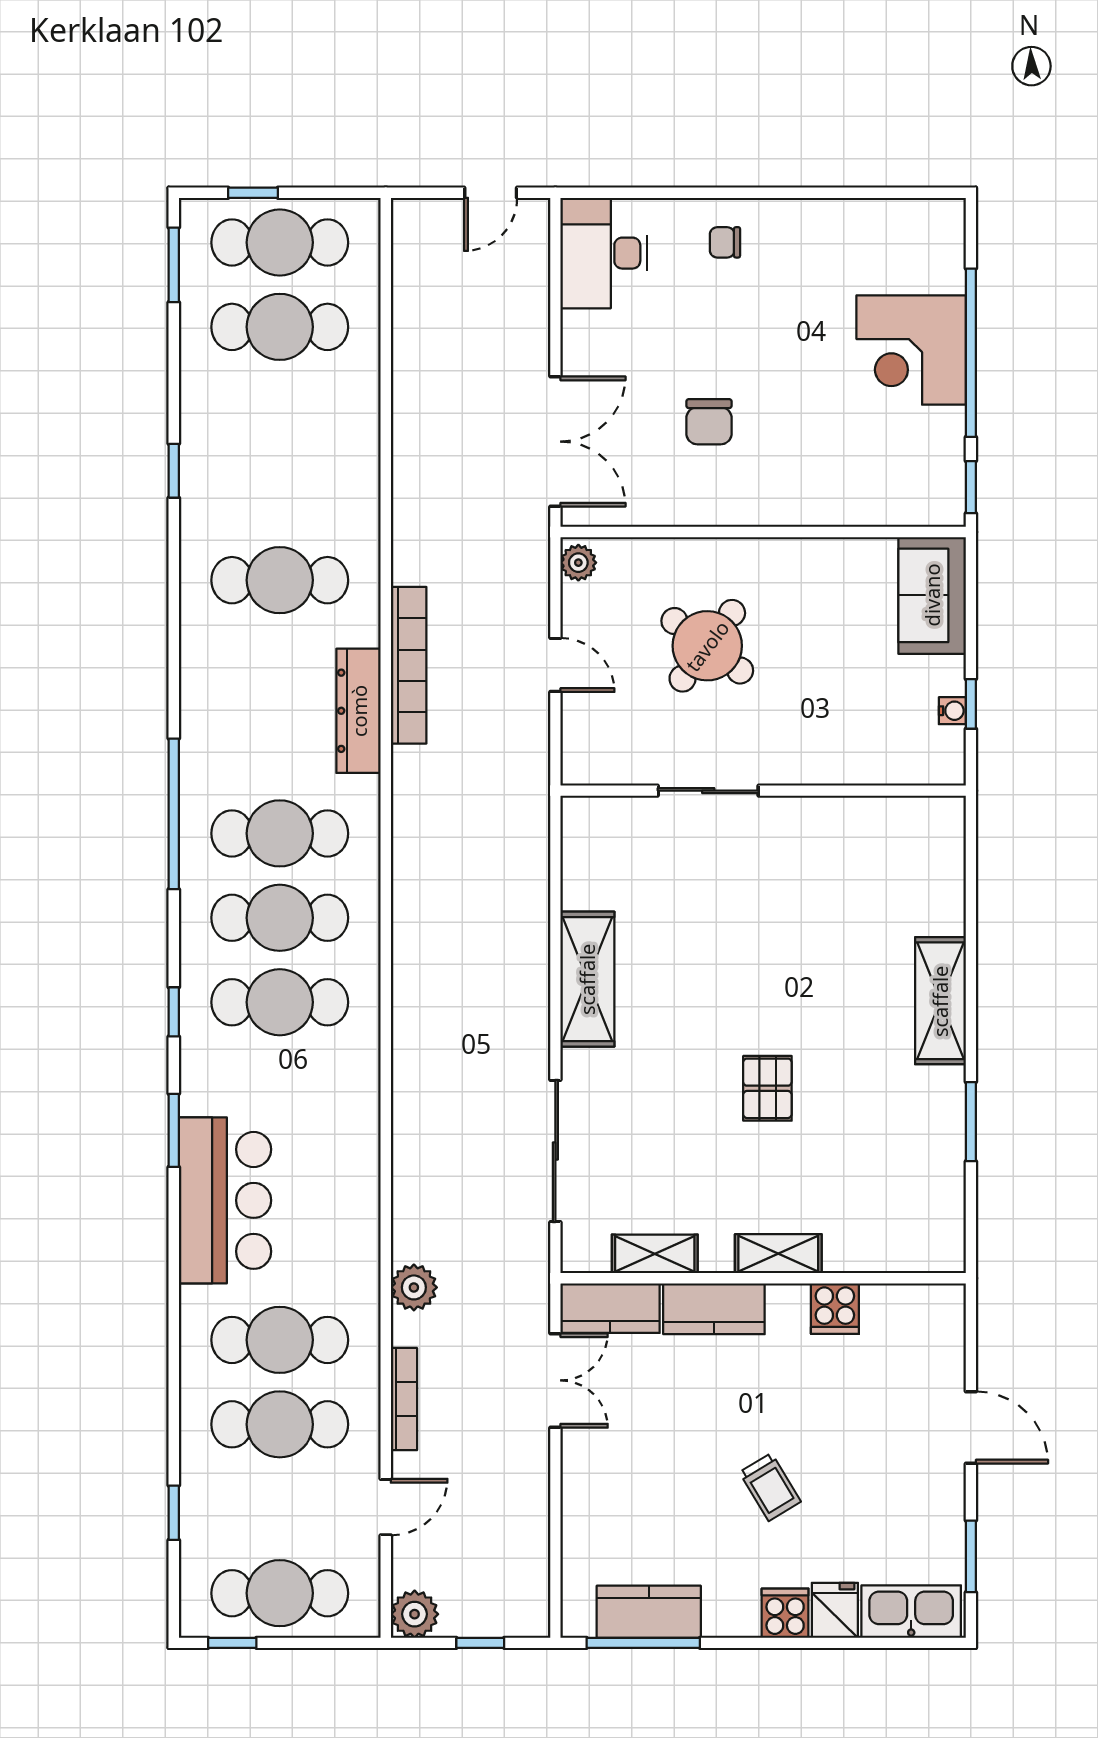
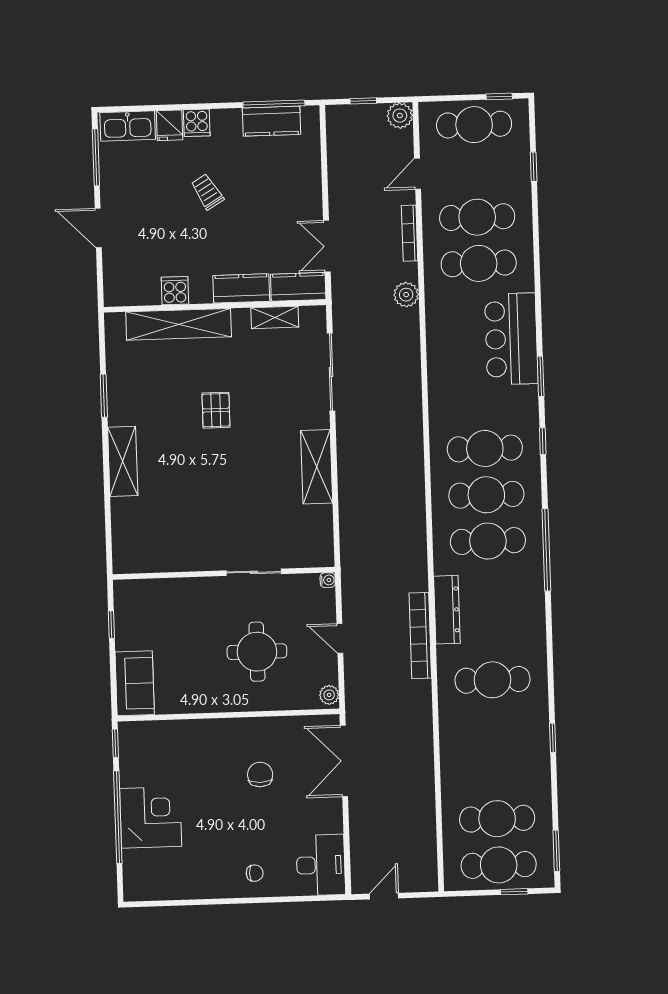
round table: (707, 646) -> (257, 652), turned -37
water cooler: (952, 711) -> (328, 580), moved, turned 180
shelving: (778, 1254) -> (179, 324), width x2.20, depth x1.33
window: (971, 1556) -> (96, 157), width x1.44

